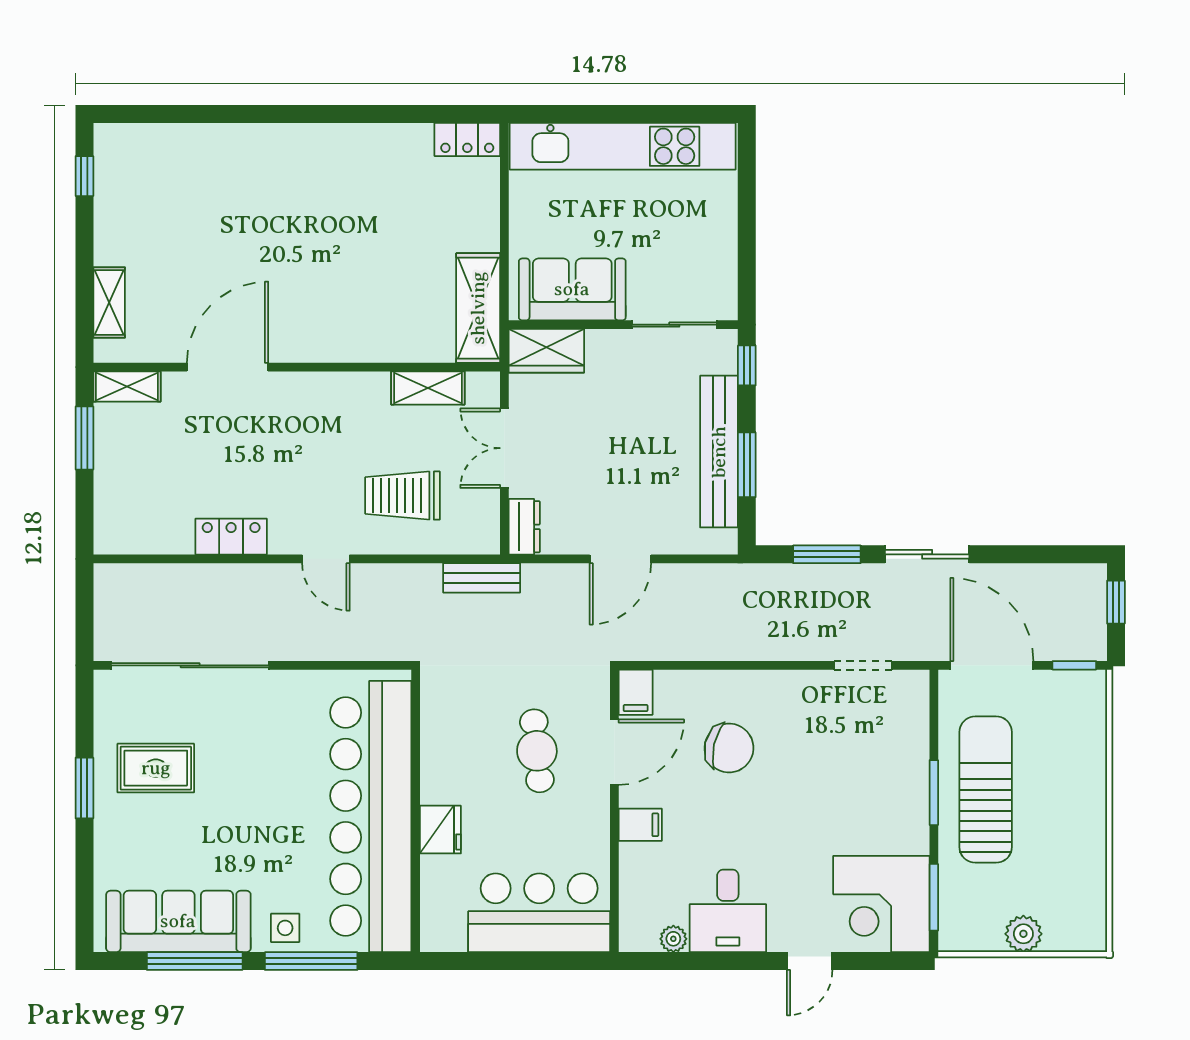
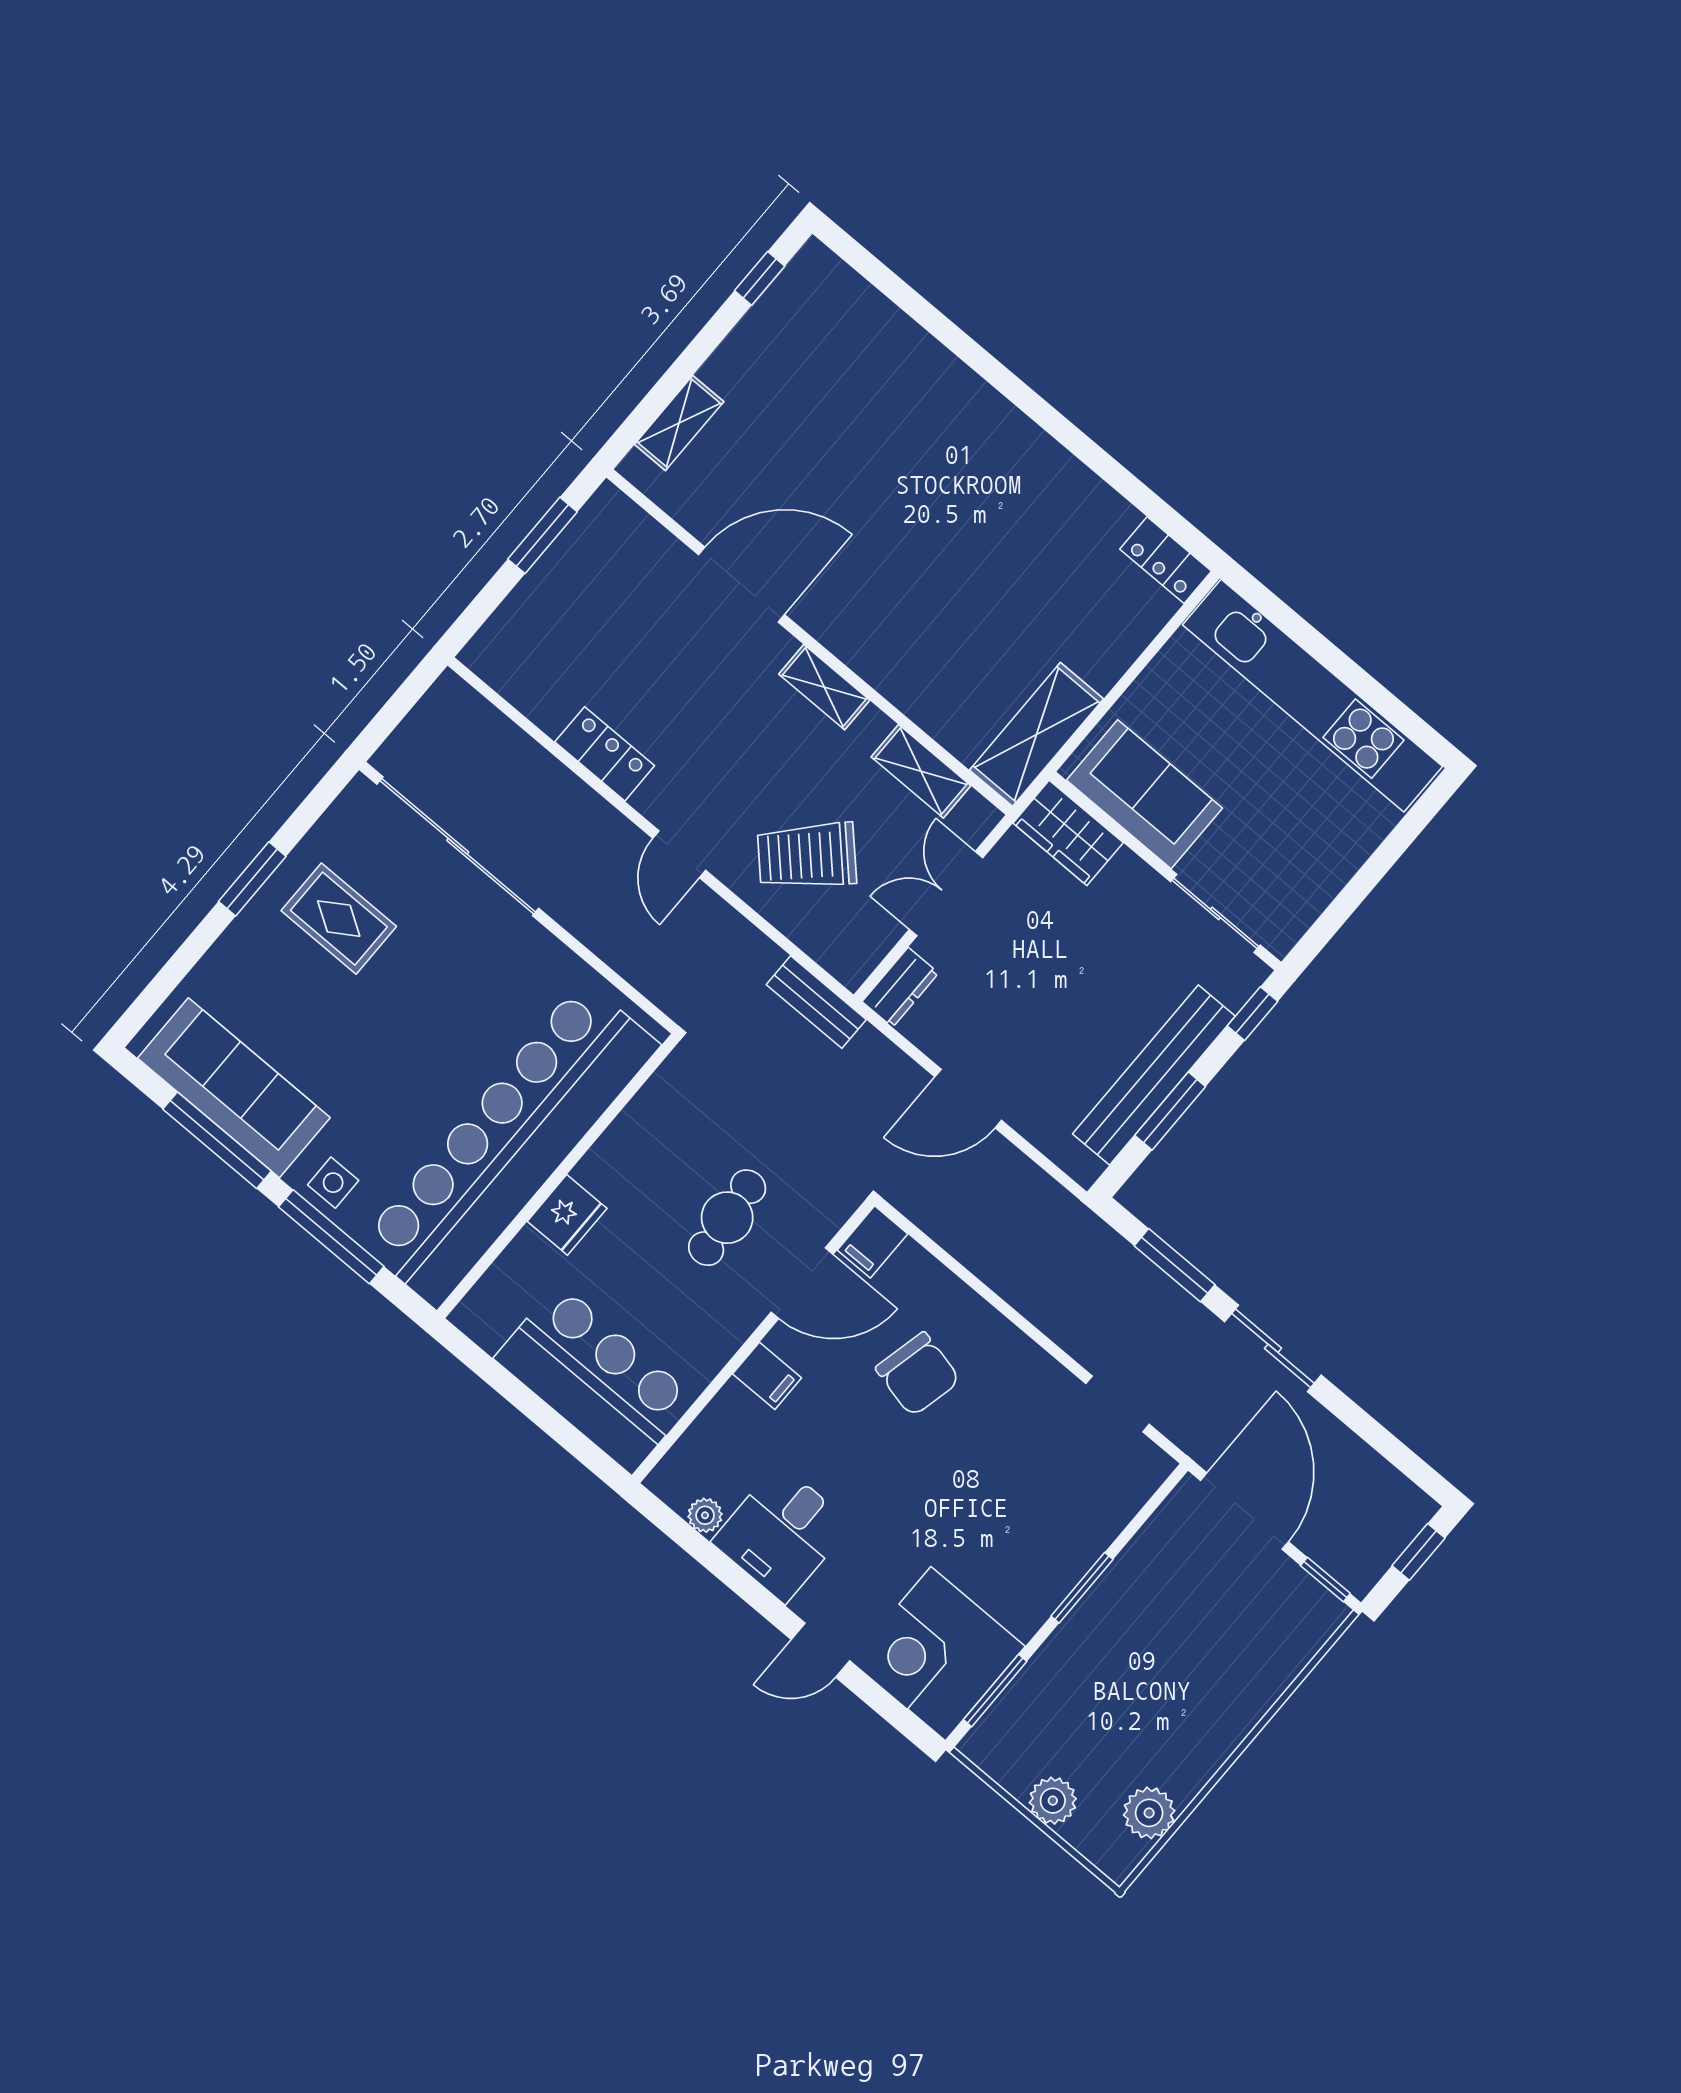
shelving: (127, 387) -> (824, 687), moved
trolley: (402, 496) -> (807, 856), turned -44
sun lounger: (986, 790) -> (1135, 1628), removed
plant: (1087, 893) -> (1149, 1813), added

